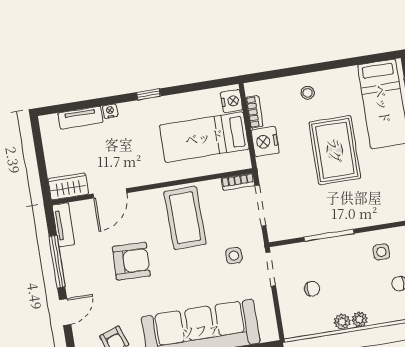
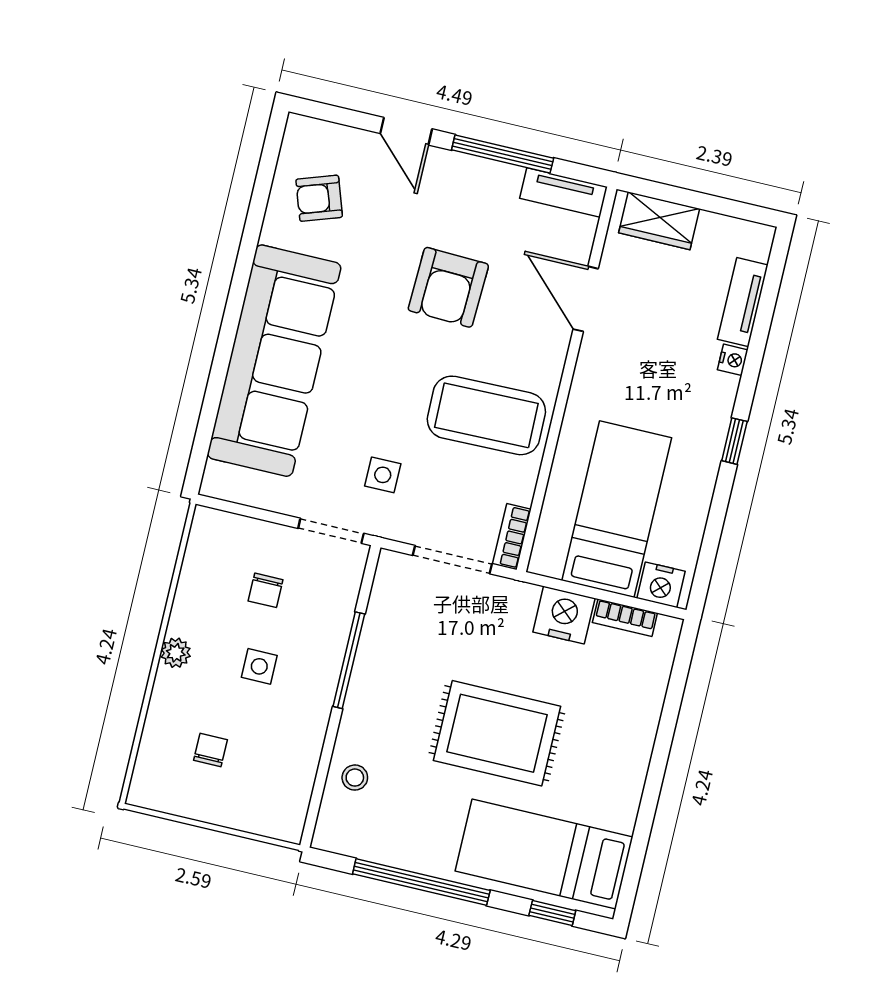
stool: (308, 93) -> (355, 778), moved
wardrobe: (68, 186) -> (659, 221), moved, turned 90
side table: (381, 252) -> (259, 666), moved
plant: (342, 322) -> (184, 620), removed

